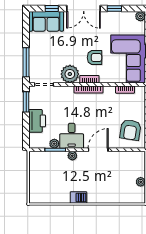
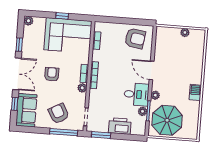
armchair: (45, 56) -> (59, 114), added
armchair: (94, 58) -> (52, 74), moved
plant: (70, 74) -> (82, 88), width x0.53, depth x0.53
parasol: (47, 170) -> (167, 120), added

